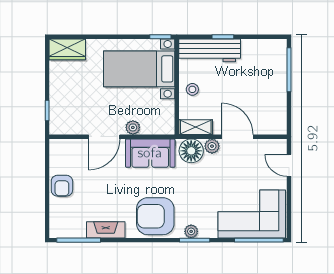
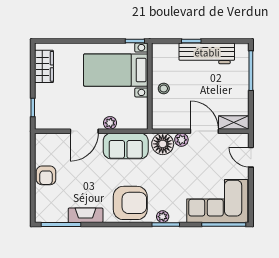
wardrobe: (67, 49) -> (44, 66), moved, turned -90
workbench: (210, 50) -> (207, 53), moved
shelving: (196, 127) -> (234, 123), moved
armchair: (155, 216) -> (130, 203), turned 180

